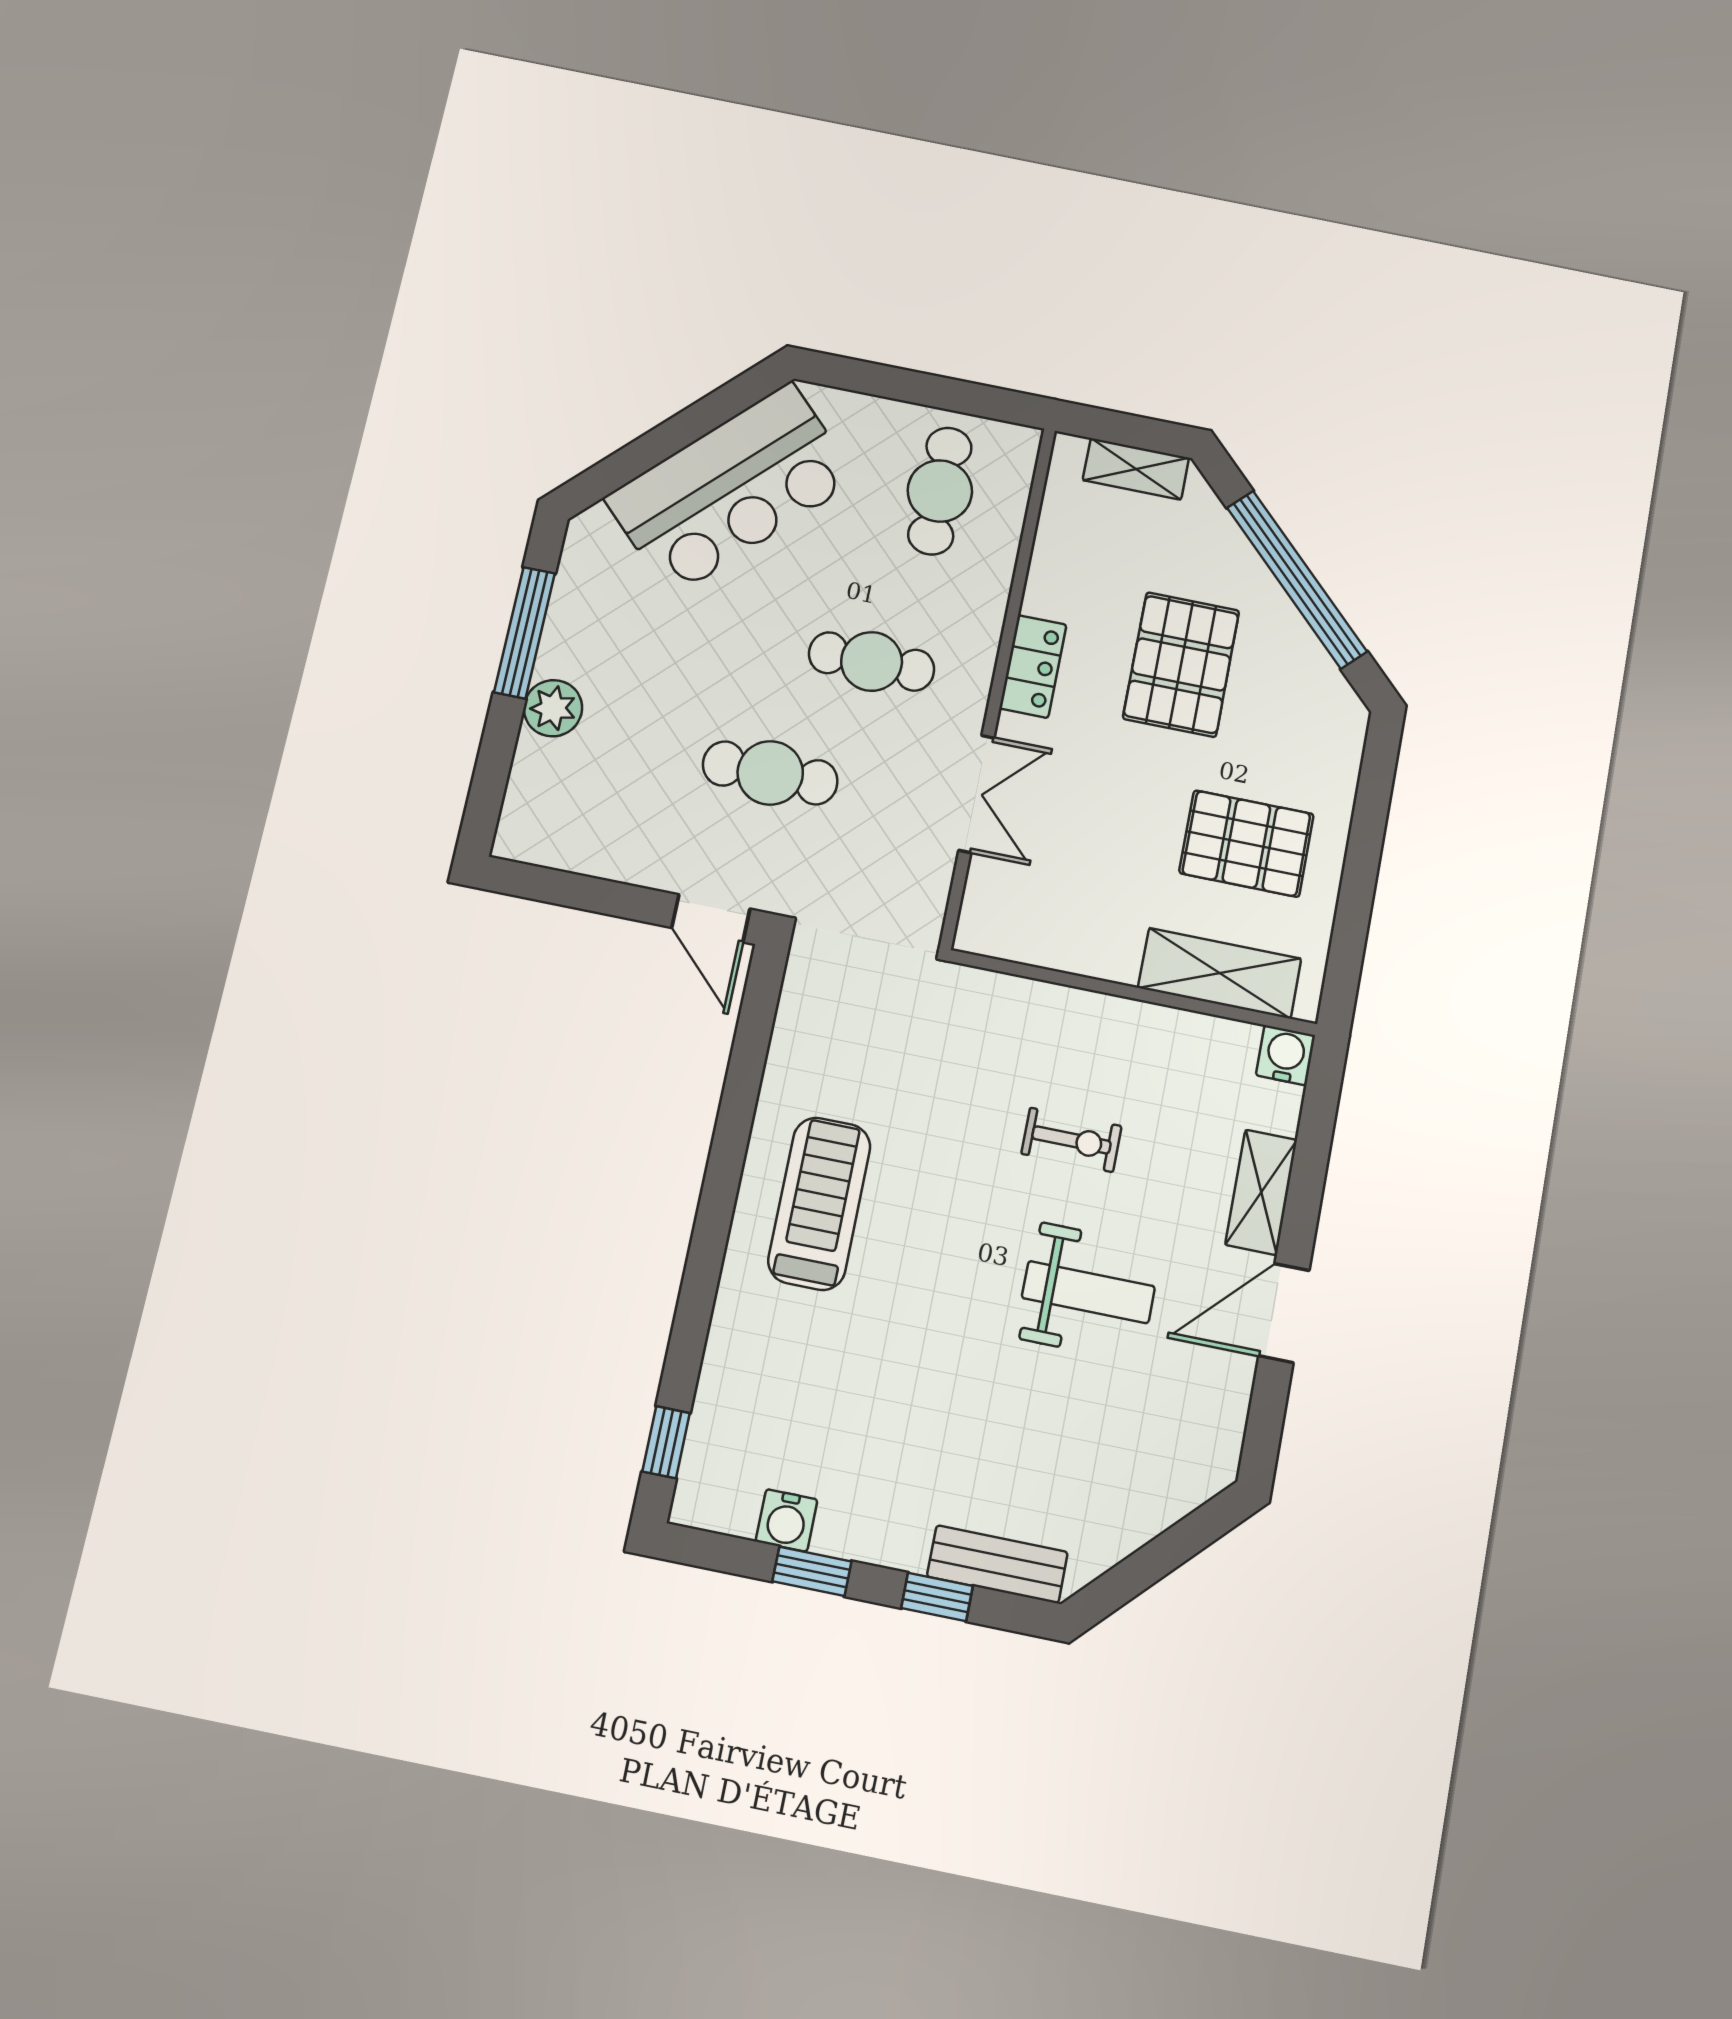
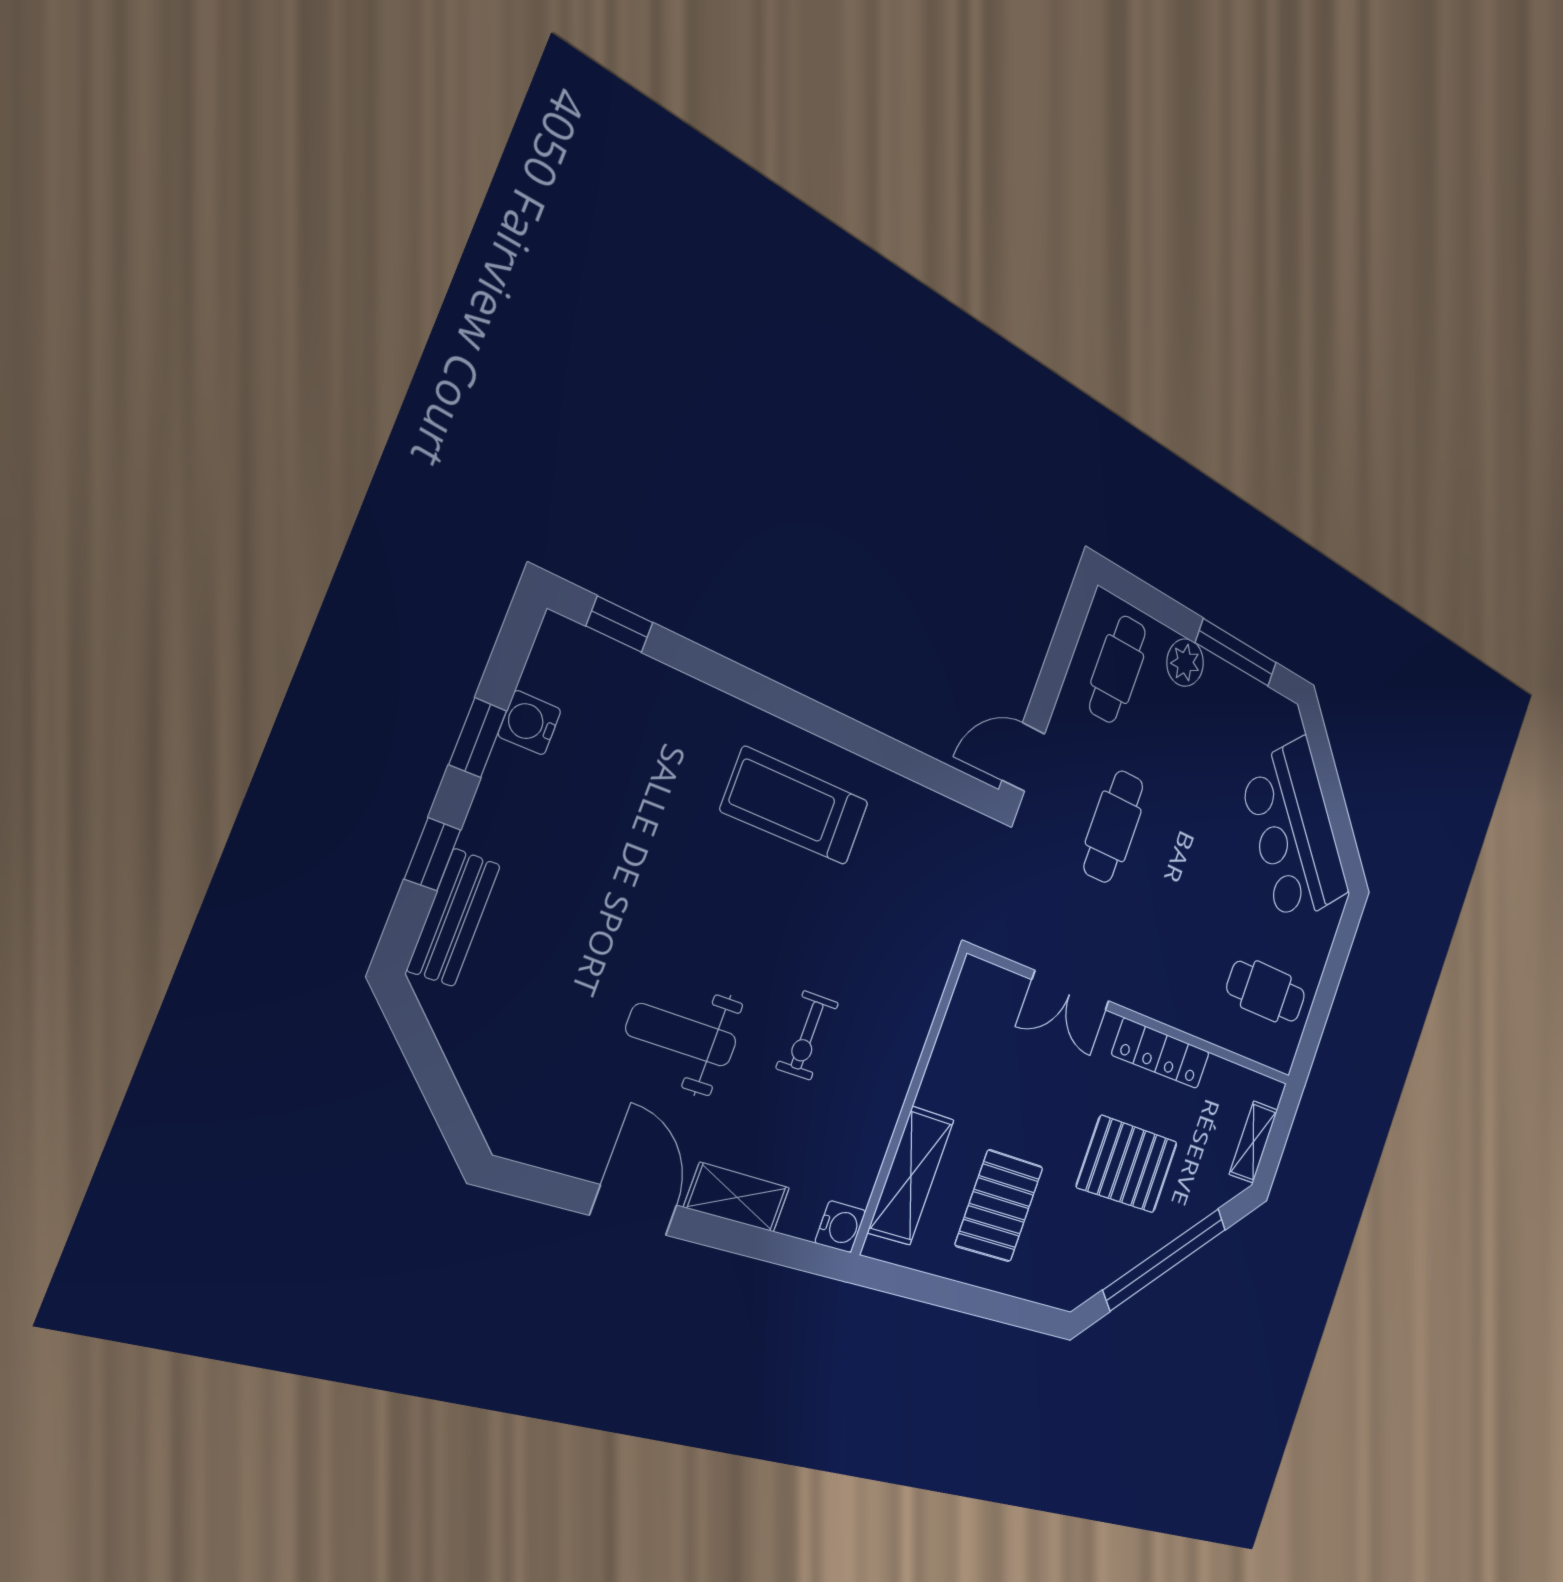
cafe table: (872, 661) -> (1117, 669), moved
locker: (1033, 666) -> (1161, 1053), width x1.53
treadmill: (819, 1204) -> (795, 806), turned 180
weight bench: (1088, 1292) -> (682, 1035), turned 90

